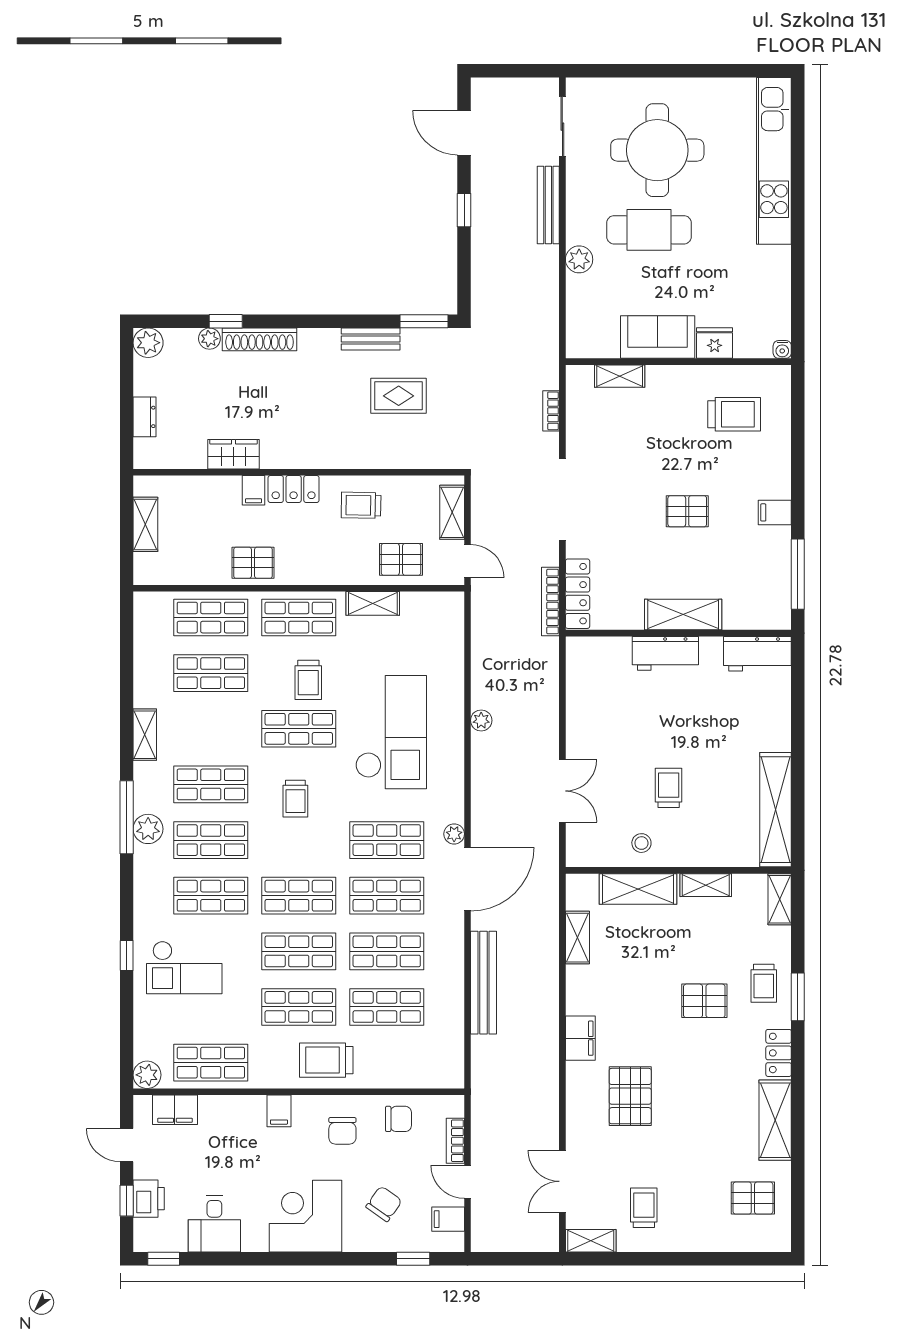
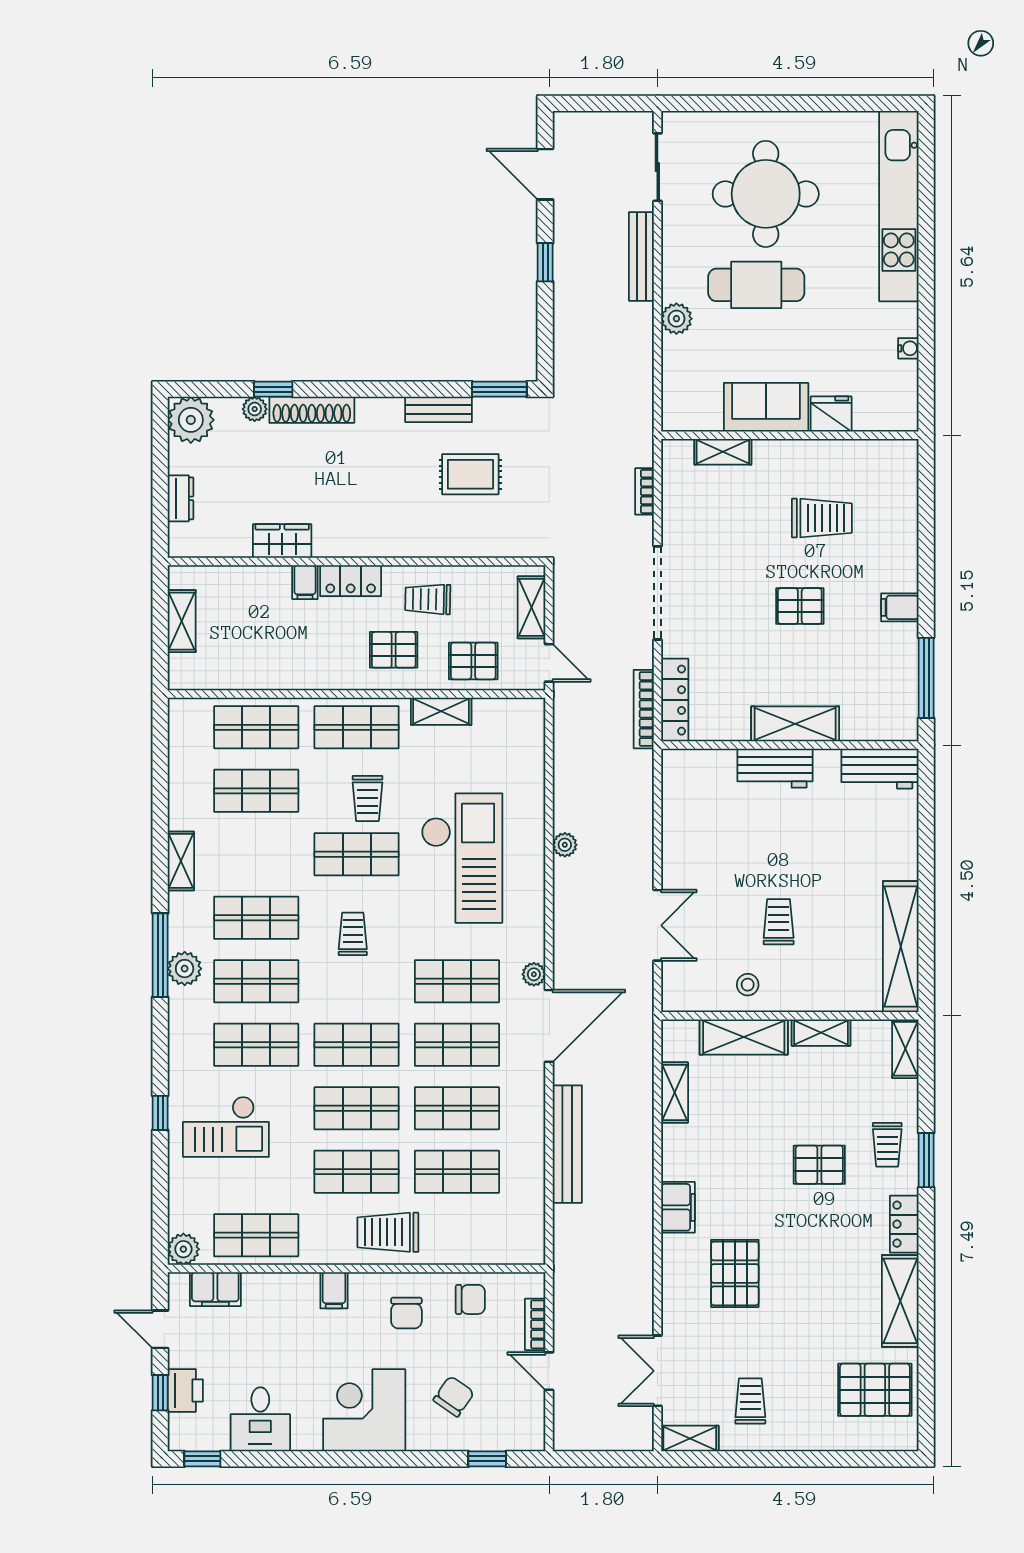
plant: (148, 343) -> (191, 420), width x1.36, depth x1.36
water cooler: (782, 349) -> (908, 348), moved, turned -90
trolley: (734, 414) -> (822, 518), moved
pallet: (253, 563) -> (394, 650), moved
trolley: (295, 799) -> (353, 934), turned 180
pallet: (753, 1198) -> (875, 1390), width x1.50, depth x1.42
filing cabinet: (448, 1219) -> (527, 1414), removed

